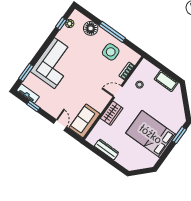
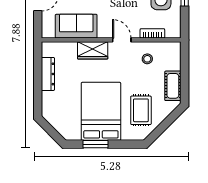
rug: (167, 110) -> (141, 110), added
sofa: (85, 121) -> (76, 26), moved
window: (179, 135) -> (95, 144), moved

